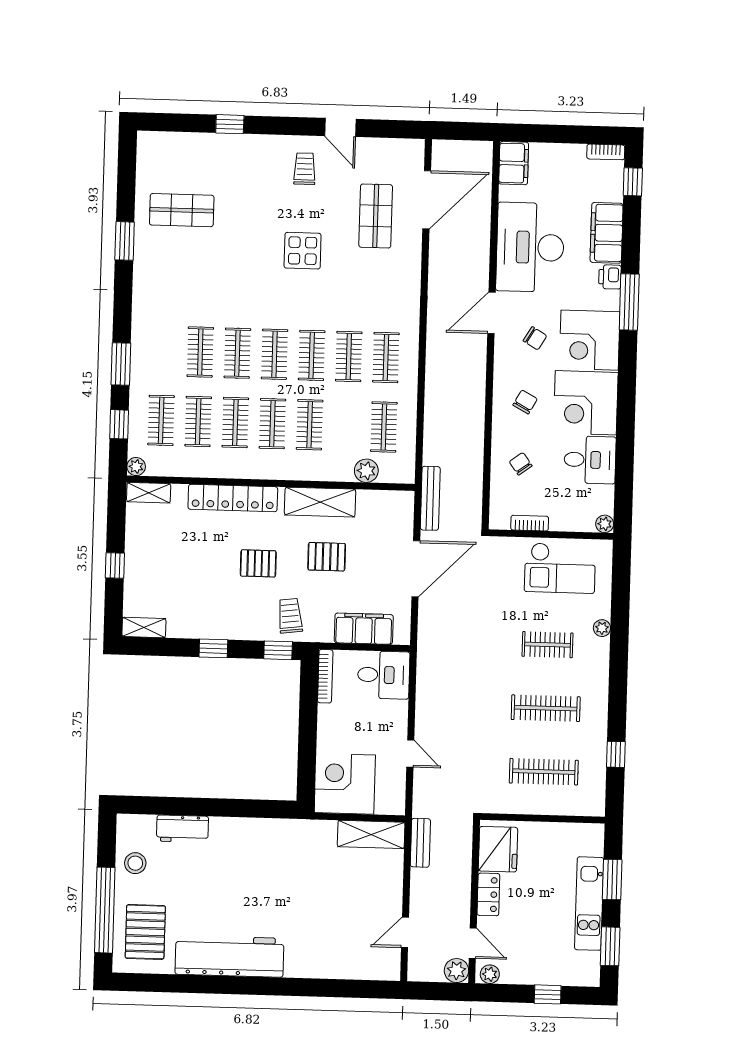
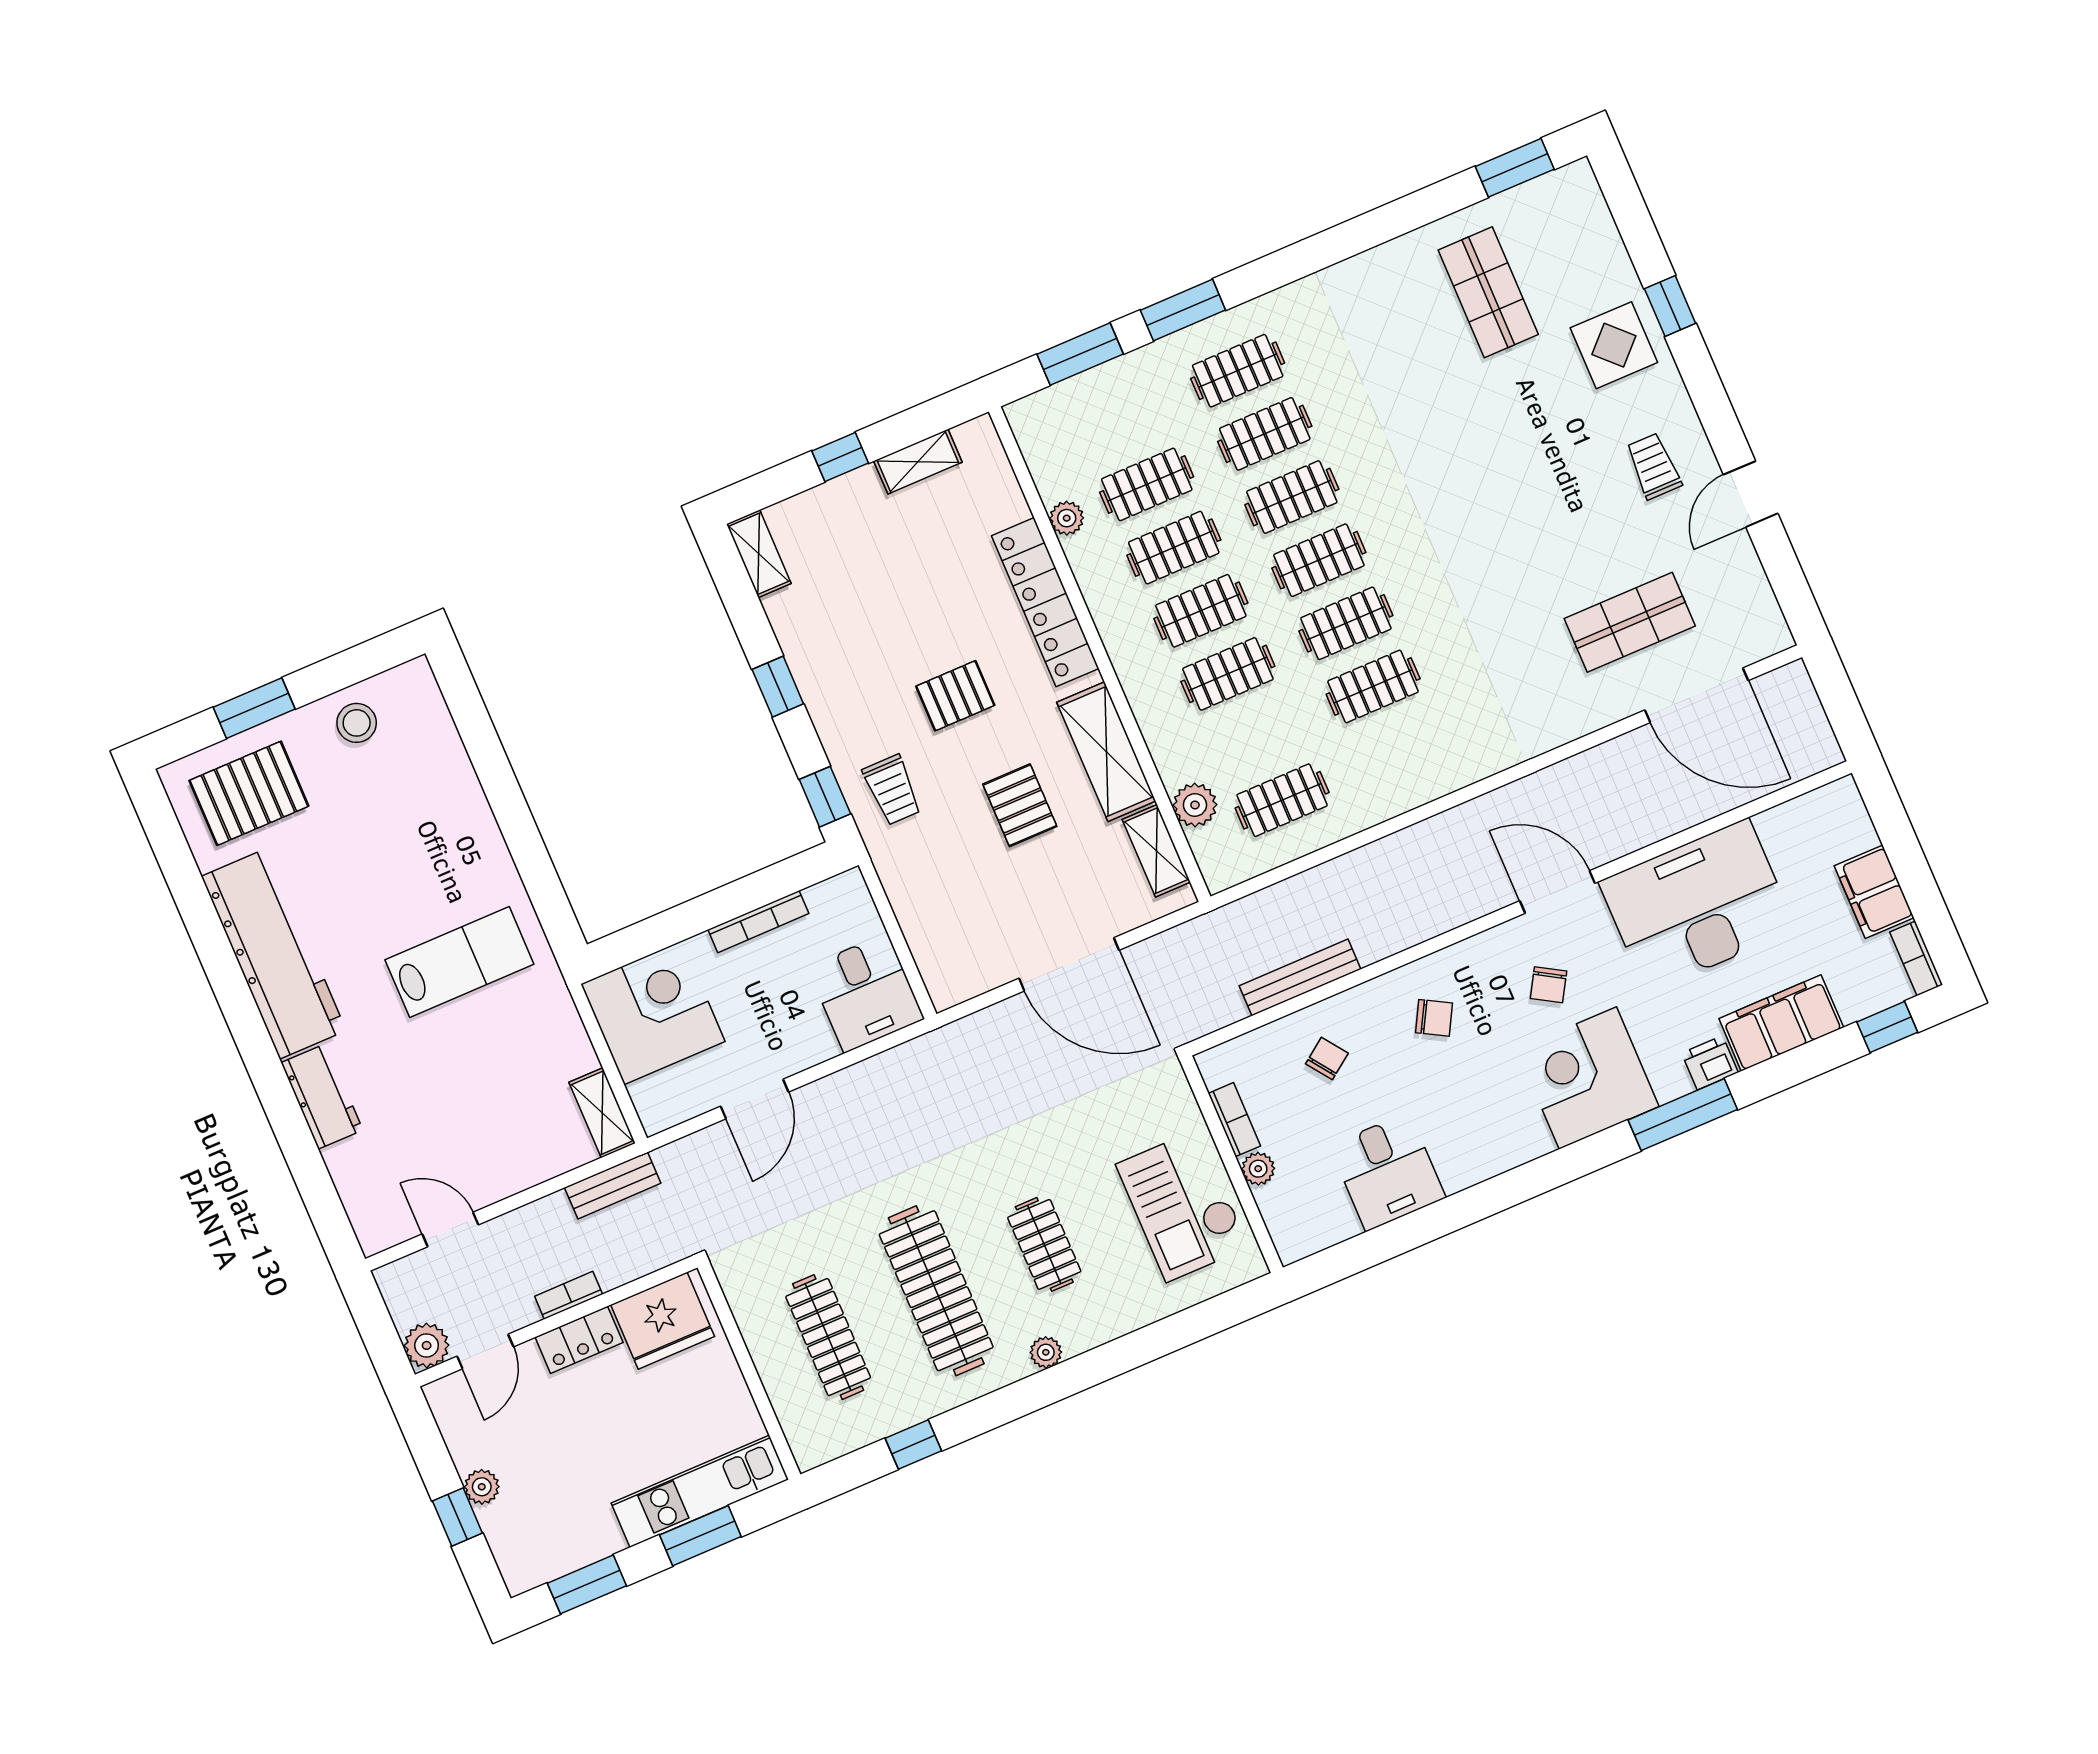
filing cabinet: (514, 163) -> (1874, 892), moved, turned 90
trolley: (305, 169) -> (1654, 466), turned -90
window: (125, 241) -> (1515, 168), moved
display table: (303, 251) -> (1614, 345), moved
clothes rail: (386, 358) -> (1400, 750), removed
corner desk: (586, 403) -> (1480, 1120), removed
clothes rail: (161, 420) -> (1238, 371), moved
window: (119, 424) -> (1080, 354), width x1.50
plant: (136, 467) -> (1067, 518), moved
shelving: (149, 493) -> (918, 462), moved, turned 90
bench: (430, 498) -> (1300, 977), moved
shelving: (380, 500) -> (1156, 851), added
plant: (605, 524) -> (1258, 1169), moved
pallet: (258, 563) -> (955, 696), turned 90
trolley: (290, 616) -> (892, 790), turned 97
plant: (602, 628) -> (1046, 1352), moved
filing cabinet: (364, 629) -> (928, 924), removed
bookcase: (325, 676) -> (758, 922), moved
clothes rail: (546, 708) -> (936, 1291), width x1.37, depth x1.31
door: (410, 754) -> (755, 1099), width x1.38
workbench: (183, 829) -> (322, 1096), moved, turned 180
shelving: (371, 834) -> (602, 1113), width x0.67, depth x0.75
lab bench: (276, 867) -> (459, 962), added
bookcase: (464, 889) -> (569, 1295), added
kitchen unit: (589, 904) -> (700, 1491), moved
window: (105, 910) -> (254, 708), width x0.47
plant: (490, 974) -> (482, 1487), moved

